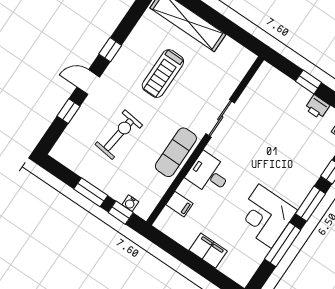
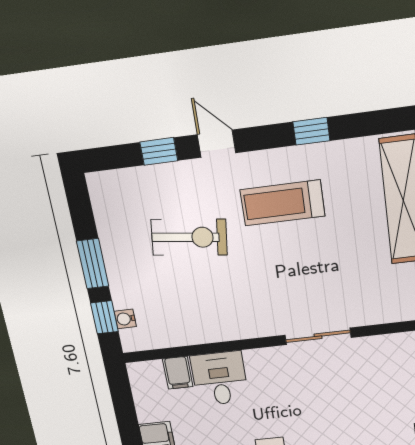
window: (110, 50) -> (311, 131), moved
treadmill: (163, 74) -> (282, 203), moved
exercise mat: (176, 152) -> (232, 320), removed
desk: (209, 174) -> (220, 379), moved

